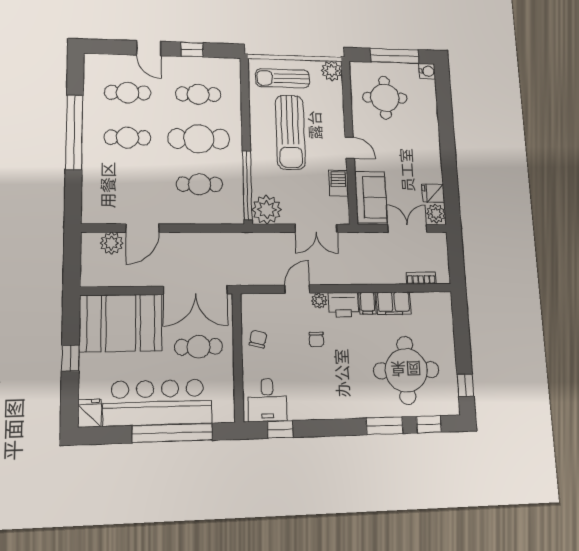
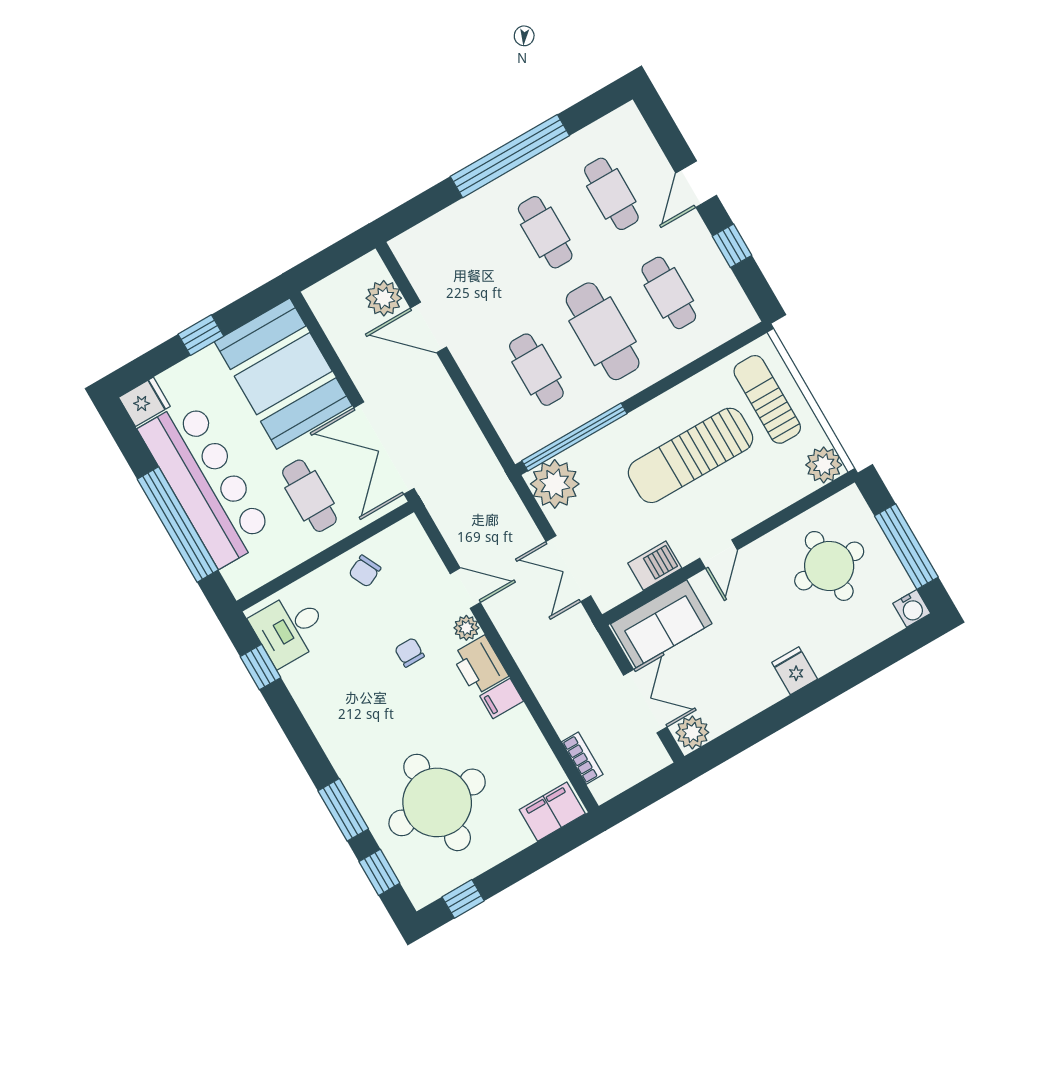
fridge: (433, 193) -> (795, 671), moved
filing cabinet: (394, 303) -> (552, 812), moved, turned 90
chair: (258, 339) -> (365, 571), turned 141
chair: (316, 339) -> (409, 652), turned 90

